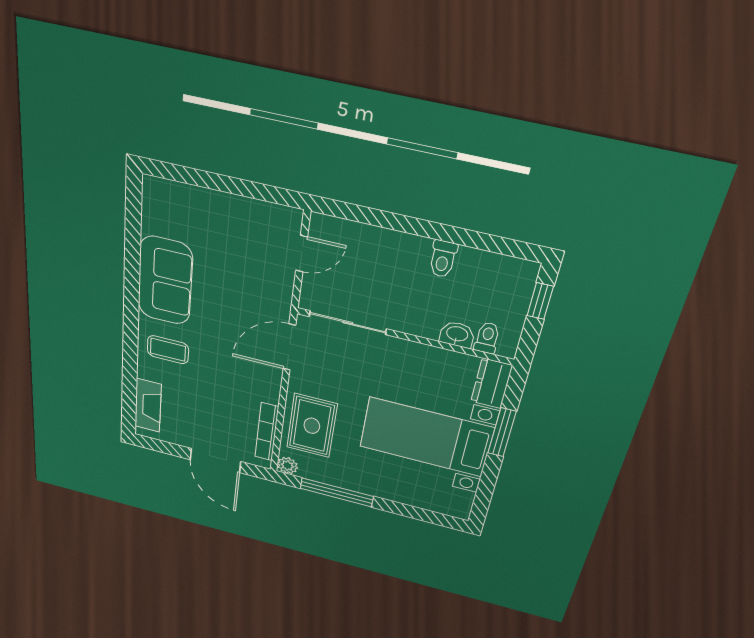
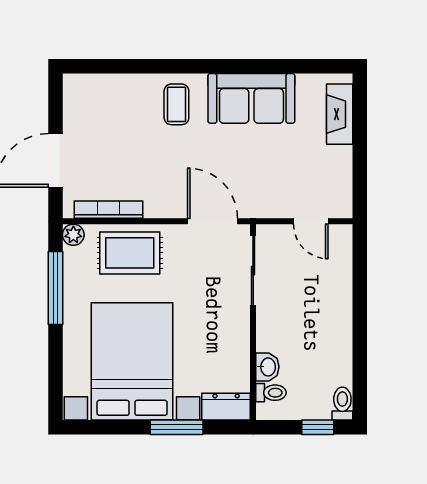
toilet: (443, 259) -> (342, 404), moved, turned 90
fireplace: (148, 405) -> (340, 114), moved, turned 90
bed with nightstands: (426, 437) -> (132, 361), width x1.36

